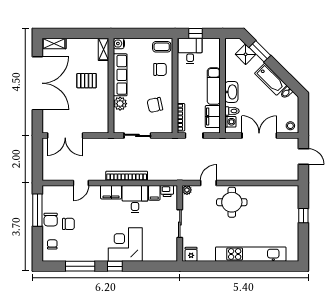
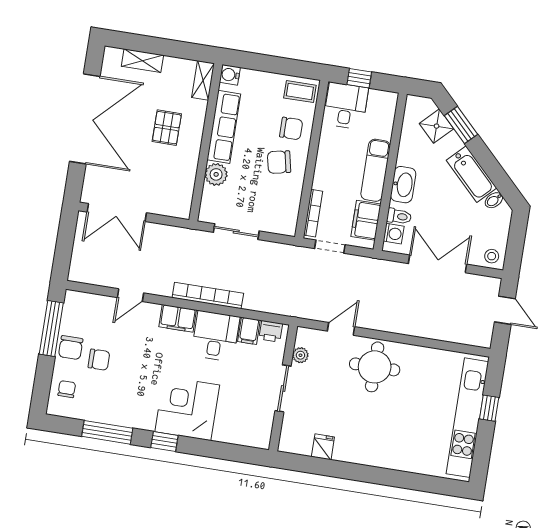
shelving: (54, 43) -> (142, 61), moved
pallet: (87, 81) -> (167, 128), turned 90
chair: (155, 105) -> (279, 162), moved
plant: (187, 190) -> (300, 355), moved
fridge: (191, 254) -> (323, 447), moved
kitchen unit: (251, 254) -> (467, 418), moved, turned -90

